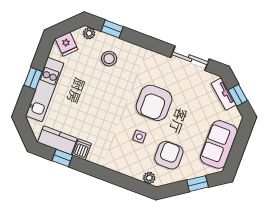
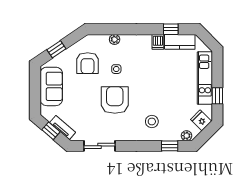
stool: (109, 59) -> (152, 121), moved
window: (33, 78) -> (217, 96), moved
plant: (149, 178) -> (115, 39), moved

